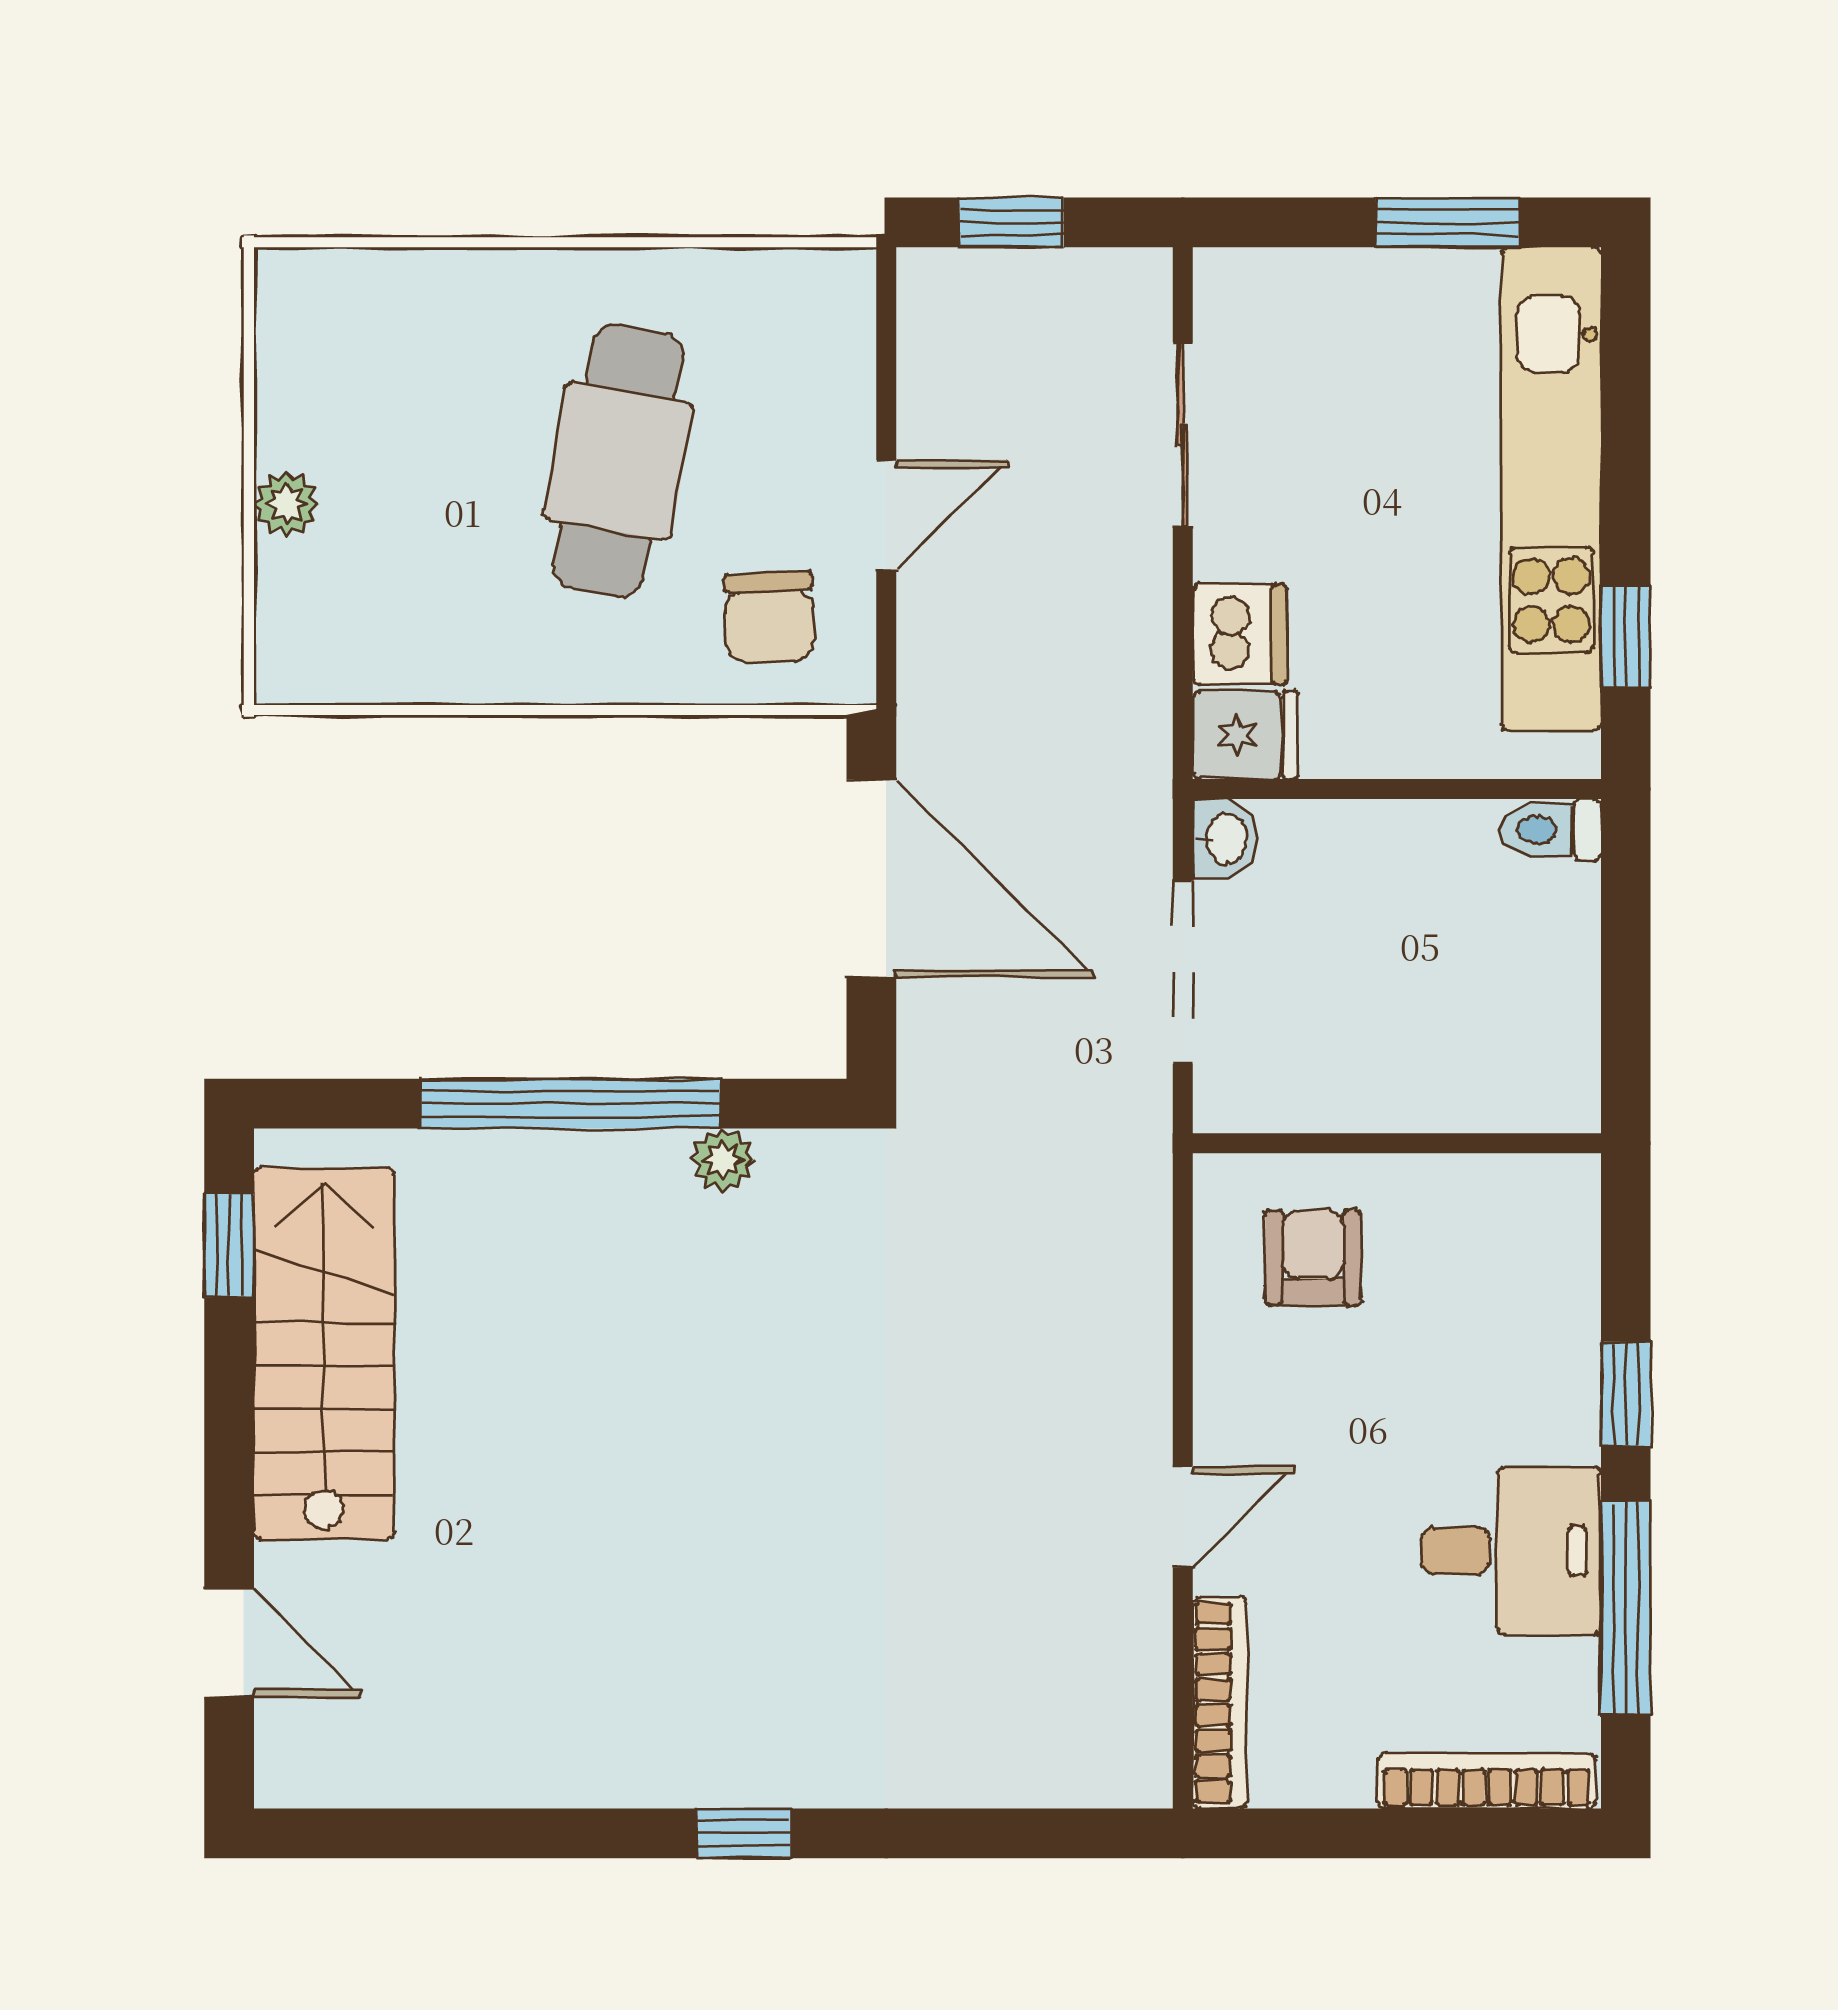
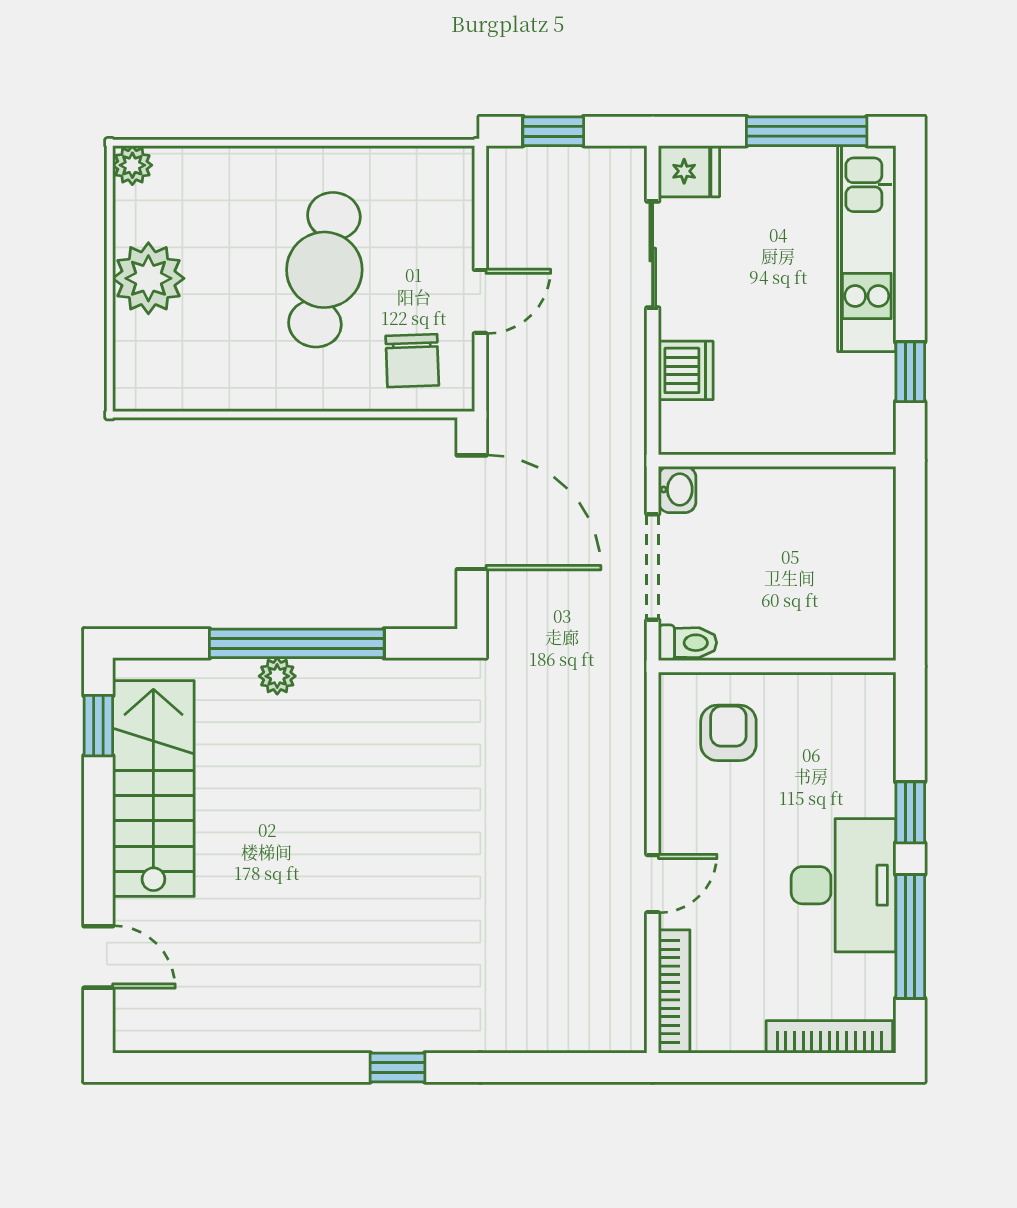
window: (1448, 222) -> (807, 131), width x1.44
plant: (288, 281) -> (132, 165), added
kitchen unit: (1551, 489) -> (867, 249), width x0.73
plant: (287, 504) -> (148, 278), width x1.88, depth x1.88
fridge: (1245, 735) -> (689, 171), moved
toilet: (1551, 830) -> (688, 643), moved, turned 180
plant: (723, 1160) -> (277, 676), moved
desk: (1511, 1551) -> (843, 885), width x1.37

